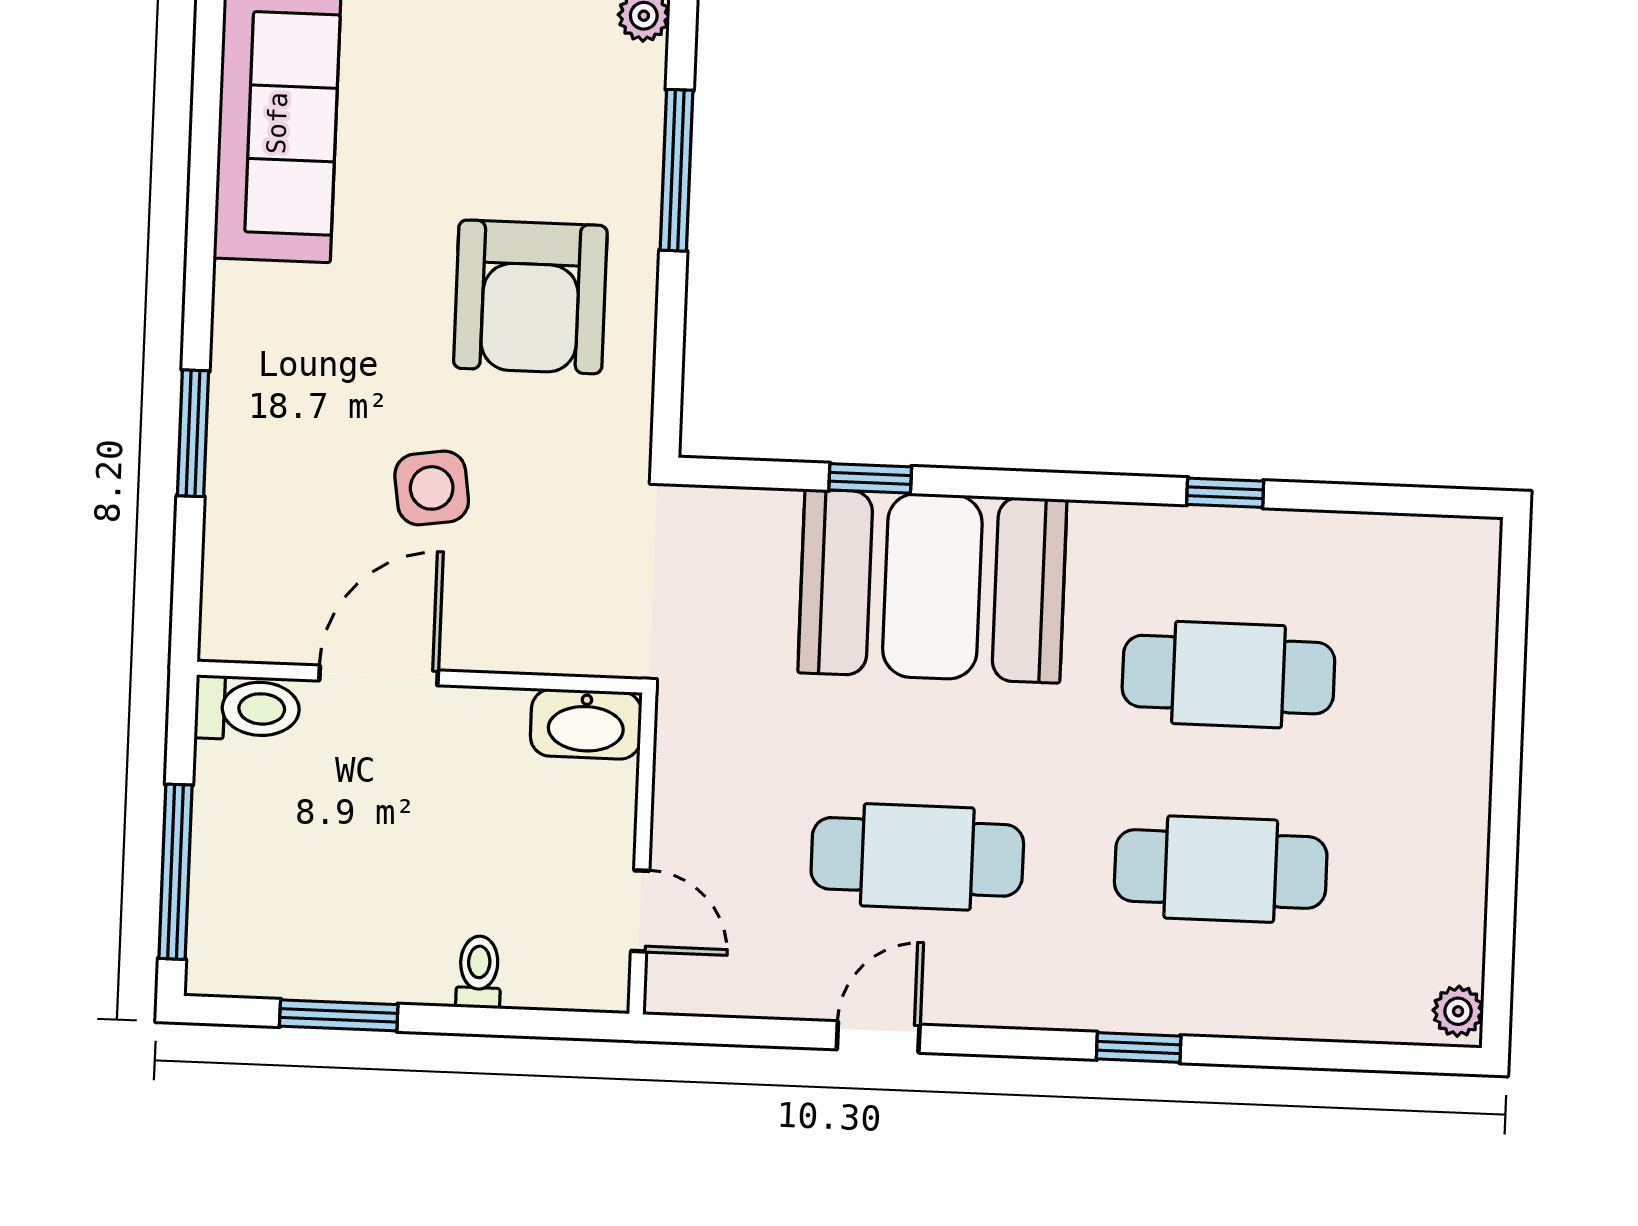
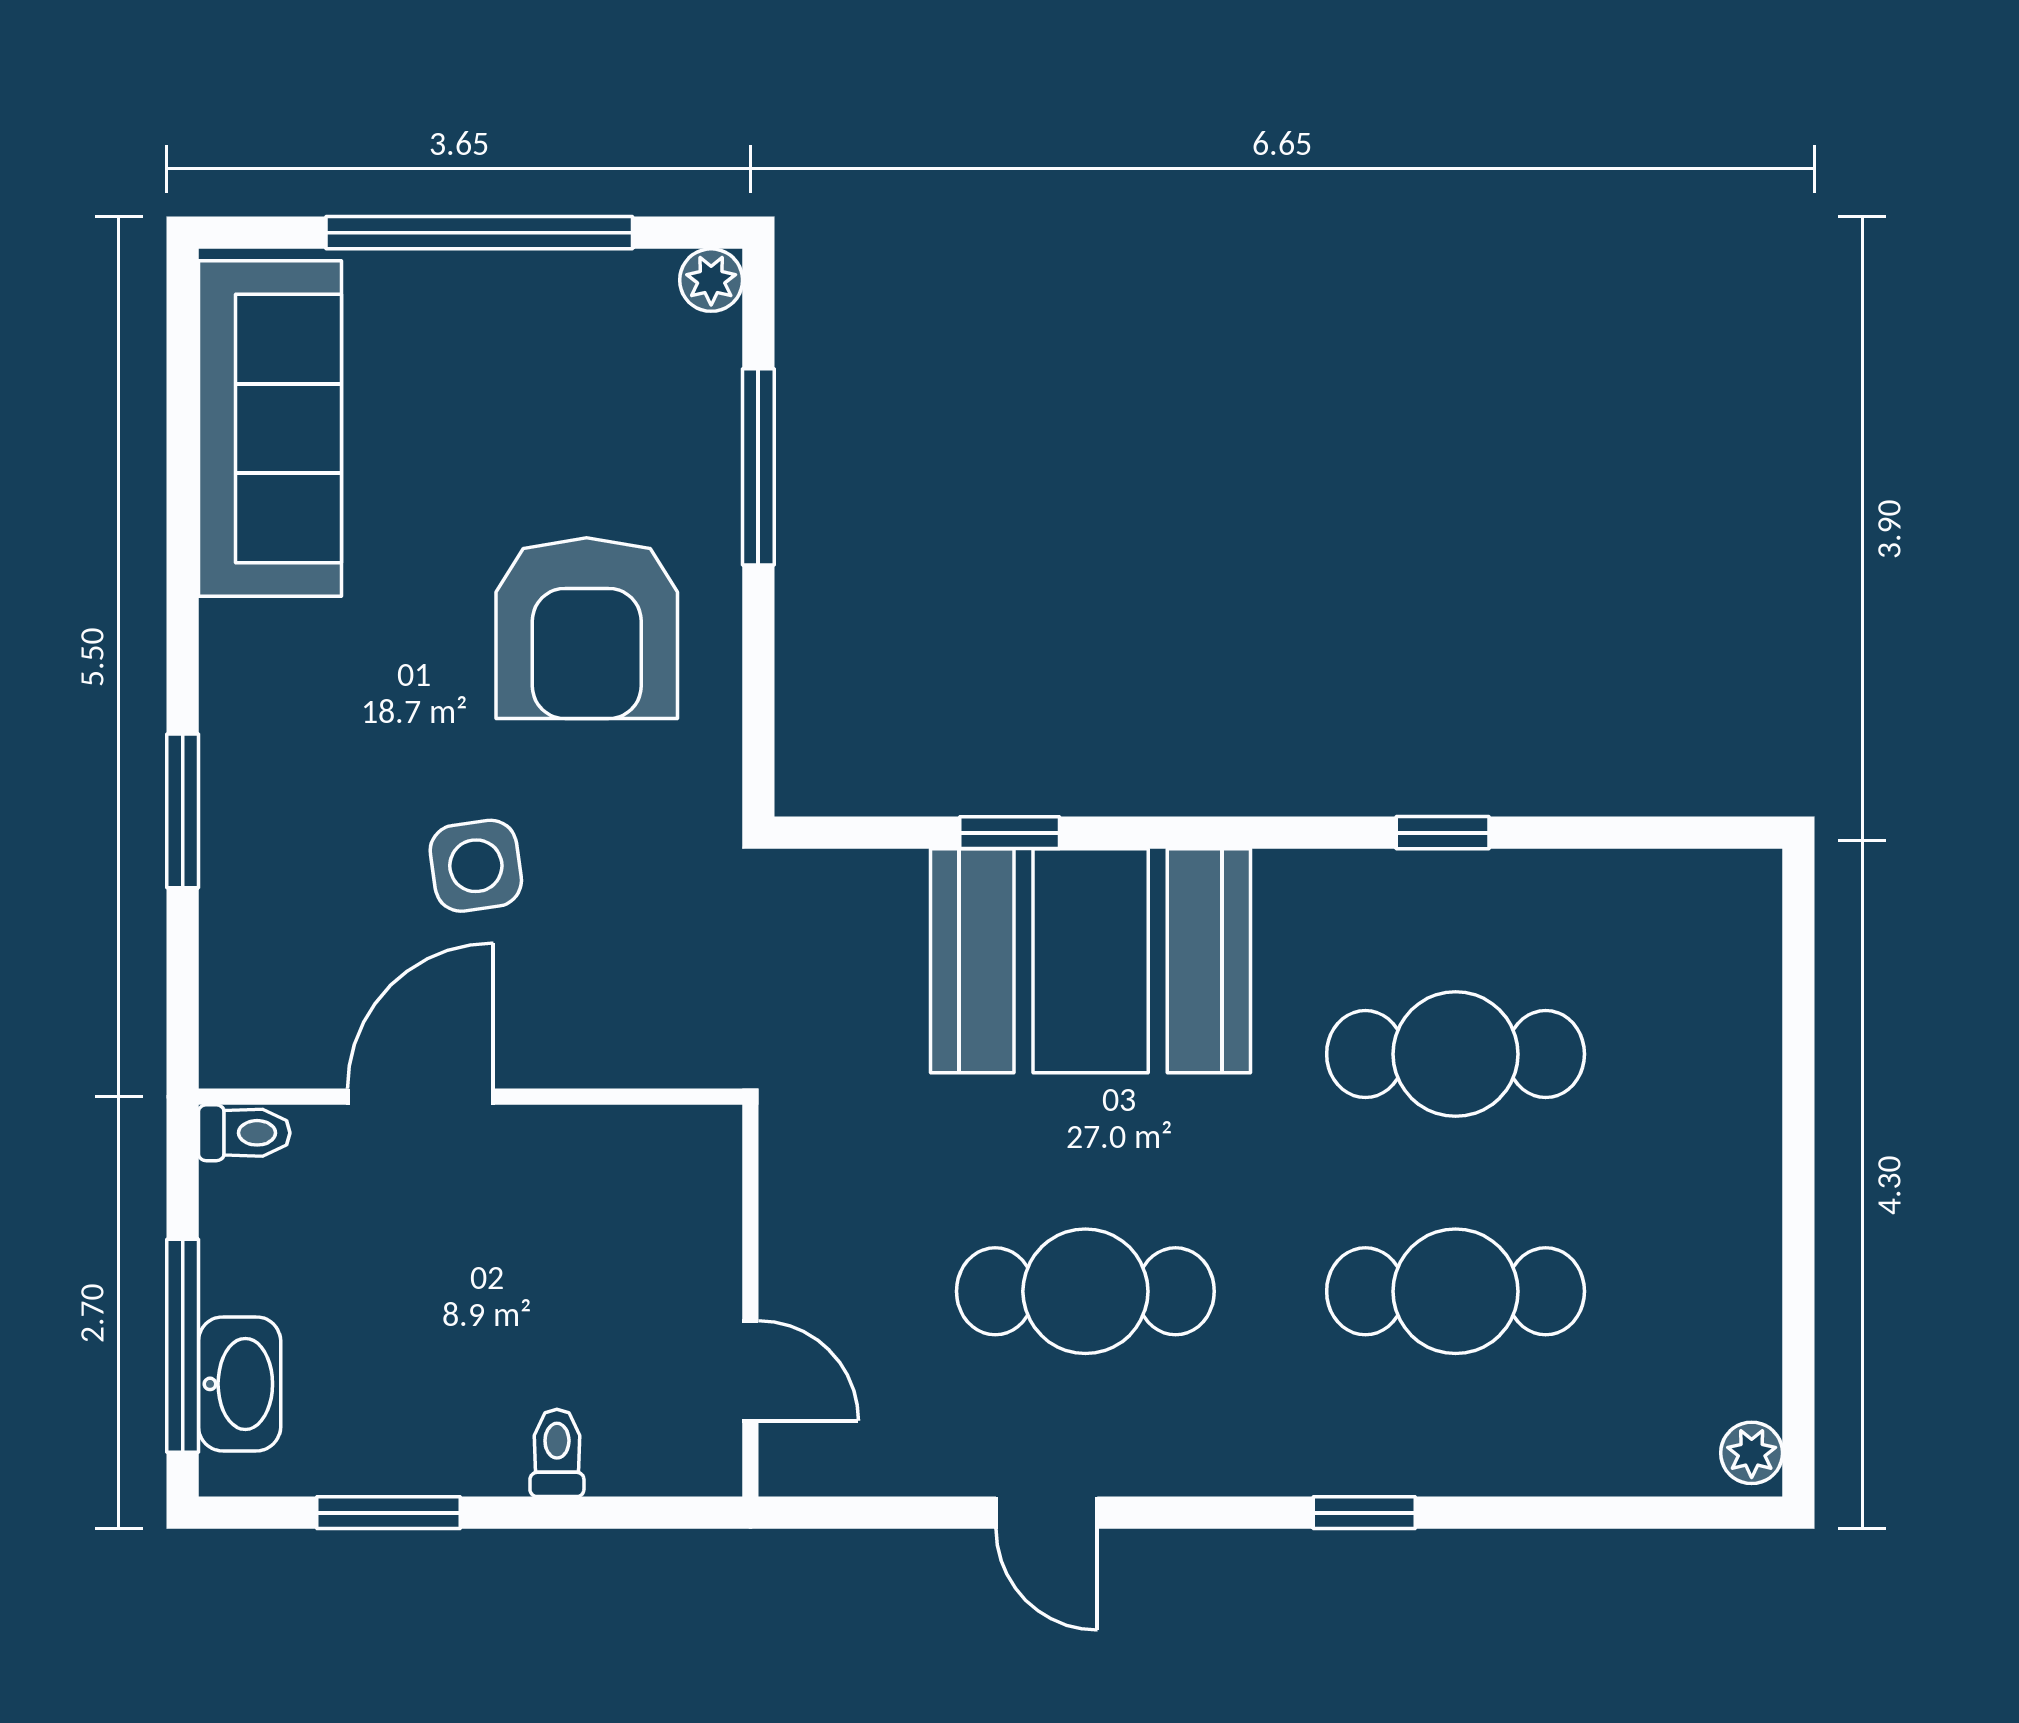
toilet: (247, 708) -> (244, 1133), width x0.73, depth x0.72
washbasin: (586, 724) -> (240, 1384), moved, turned -90
door: (878, 1037) -> (1047, 1513), swing flipped

